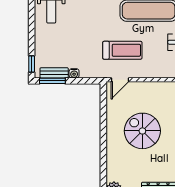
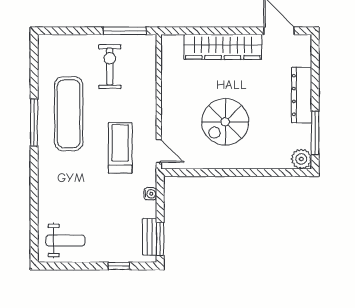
window: (32, 64) -> (119, 266), moved
water cooler: (74, 73) -> (150, 194), moved

